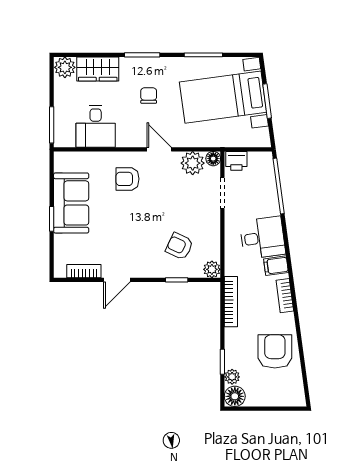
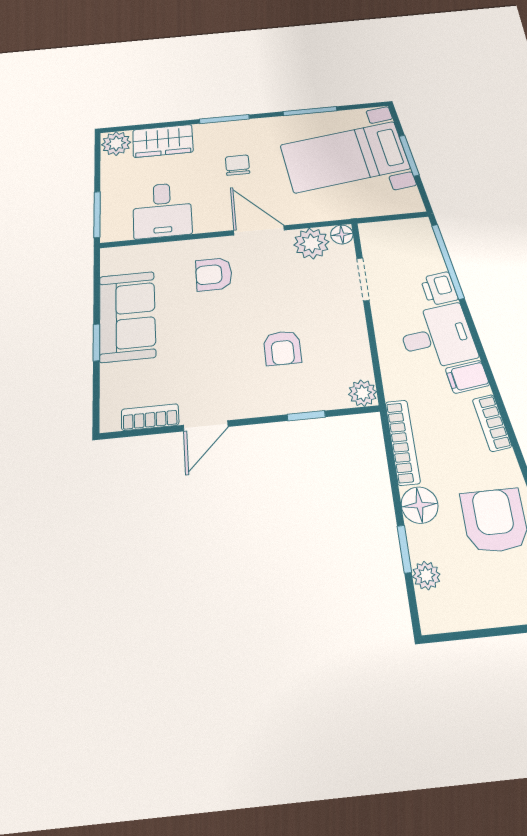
door: (159, 149) -> (259, 230), width x1.37
printer: (236, 161) -> (439, 289), moved, turned 82
armchair: (179, 246) -> (282, 348), moved, turned -115
floor lamp: (235, 396) -> (420, 505), moved

